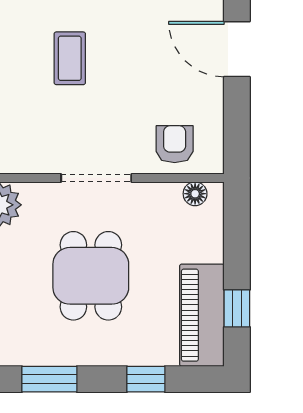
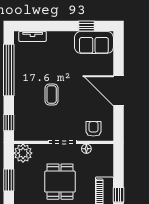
door: (237, 49) -> (118, 91), width x1.36
floor lamp: (195, 194) -> (86, 149), moved

